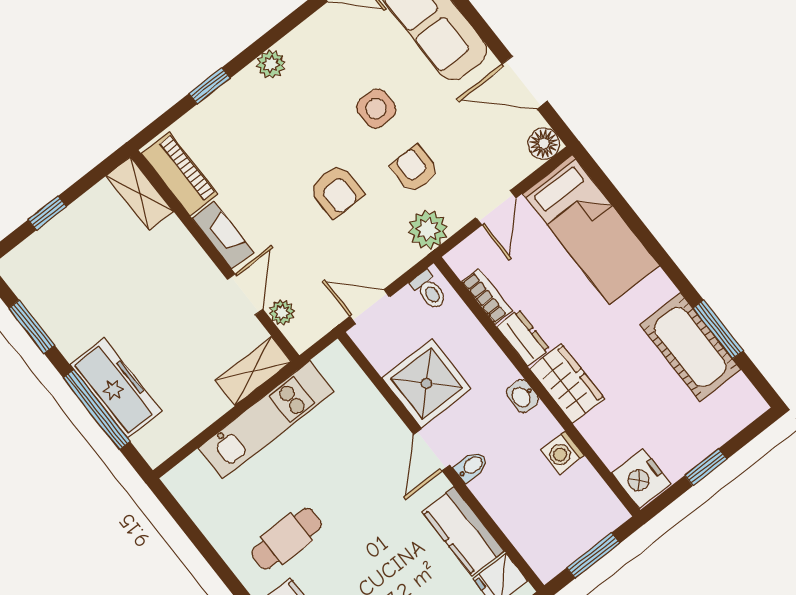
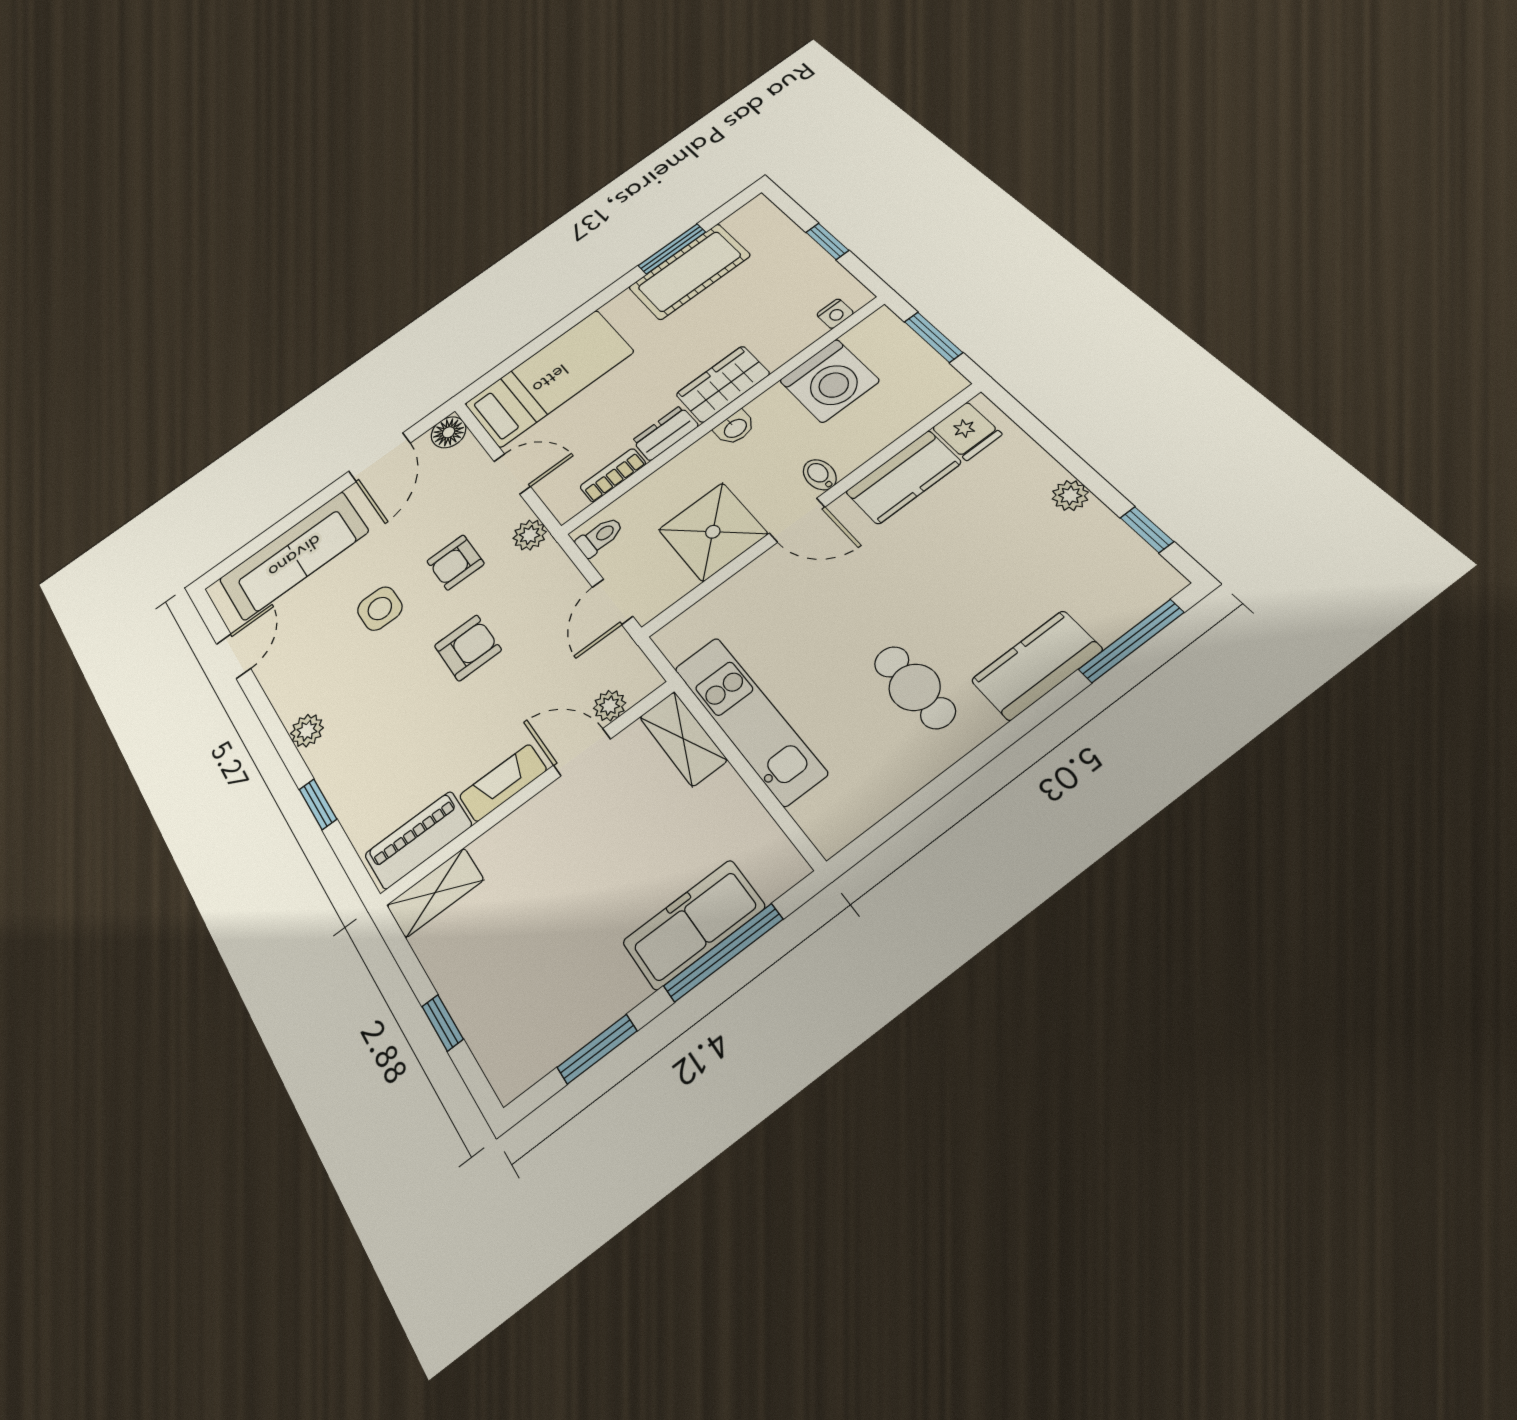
plant: (428, 230) -> (530, 535), width x0.73, depth x0.73
washing machine: (562, 453) -> (829, 381), width x1.89, depth x1.89
nightstand: (641, 478) -> (835, 314), width x0.53, depth x0.56

